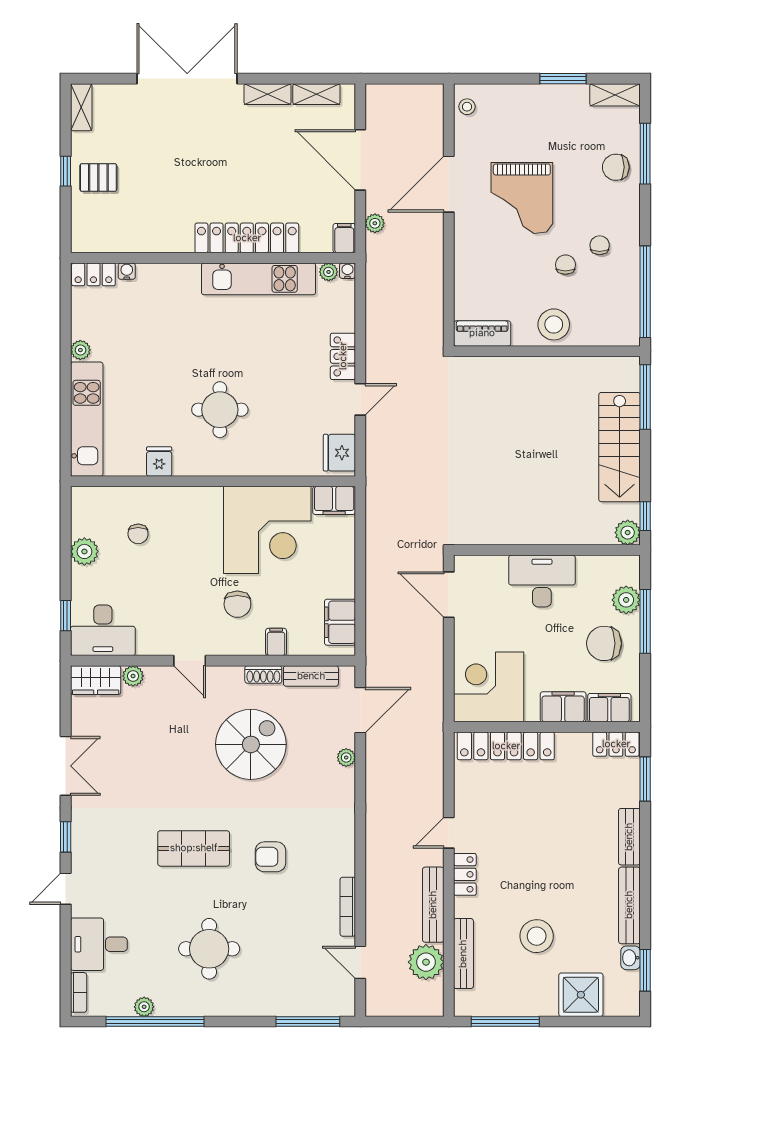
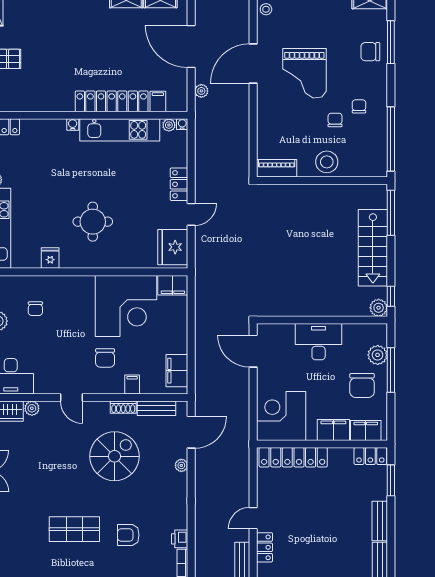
filing cabinet: (344, 238) -> (158, 101), moved
water cooler: (127, 271) -> (73, 124), moved
fridge: (339, 453) -> (173, 247), width x1.36, depth x1.34
chair: (604, 643) -> (362, 385), turned -90
printer: (344, 862) -> (180, 539), added

